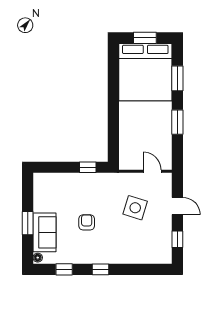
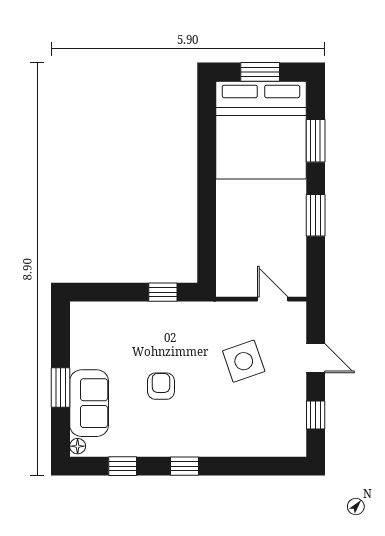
side table: (135, 208) -> (244, 361), turned -36

